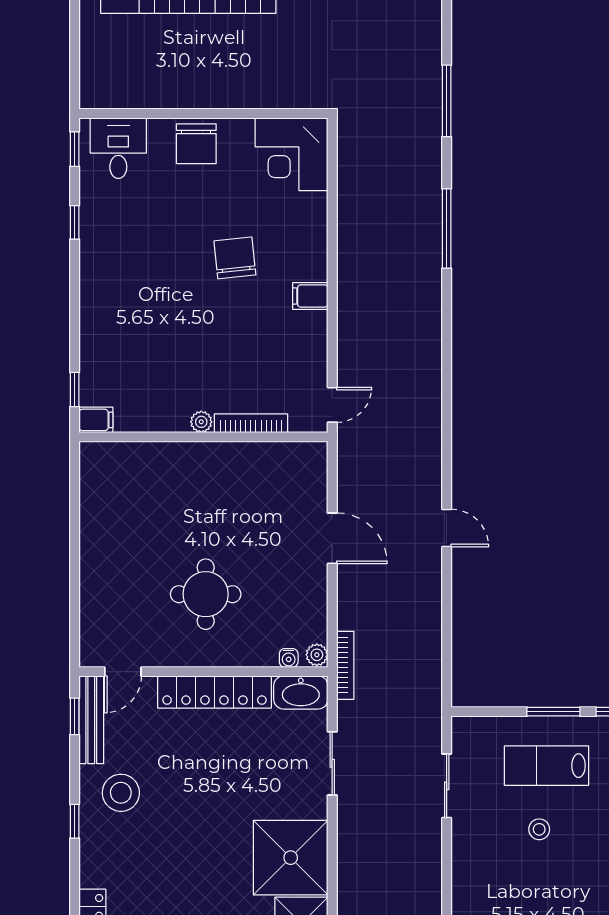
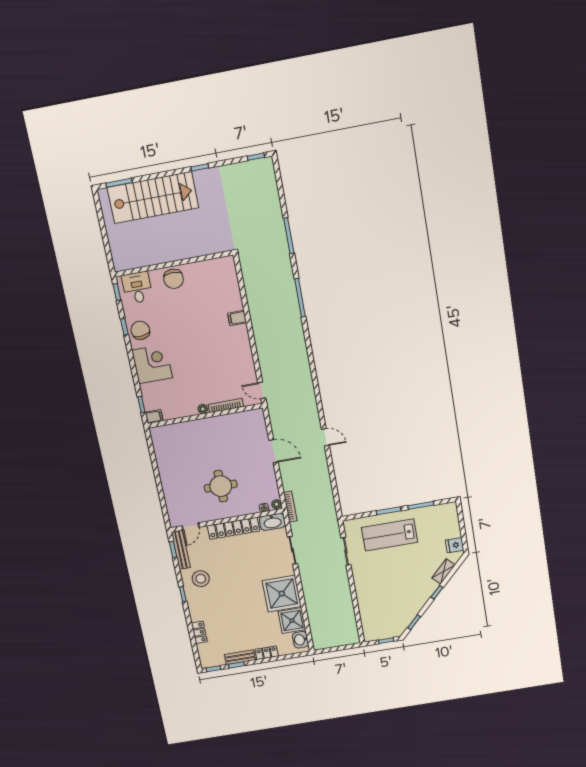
corner desk: (292, 154) -> (152, 364), moved, turned 180
chair: (235, 258) -> (140, 330), moved
filing cabinet: (310, 296) -> (237, 318), moved
door: (332, 405) -> (262, 390), swing flipped
lab bench: (547, 766) -> (390, 535), width x1.36, depth x1.39
stool: (539, 829) -> (391, 563), removed

